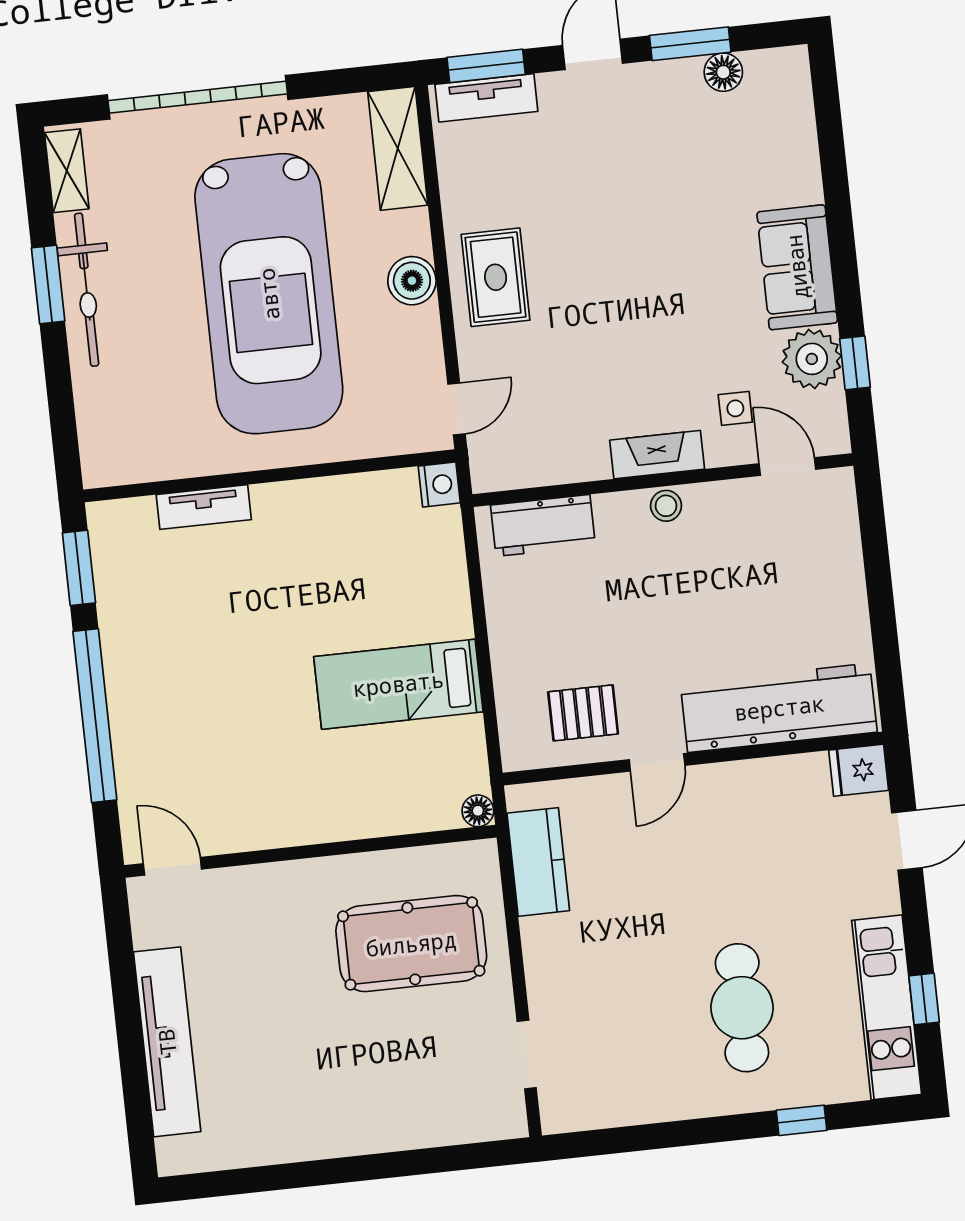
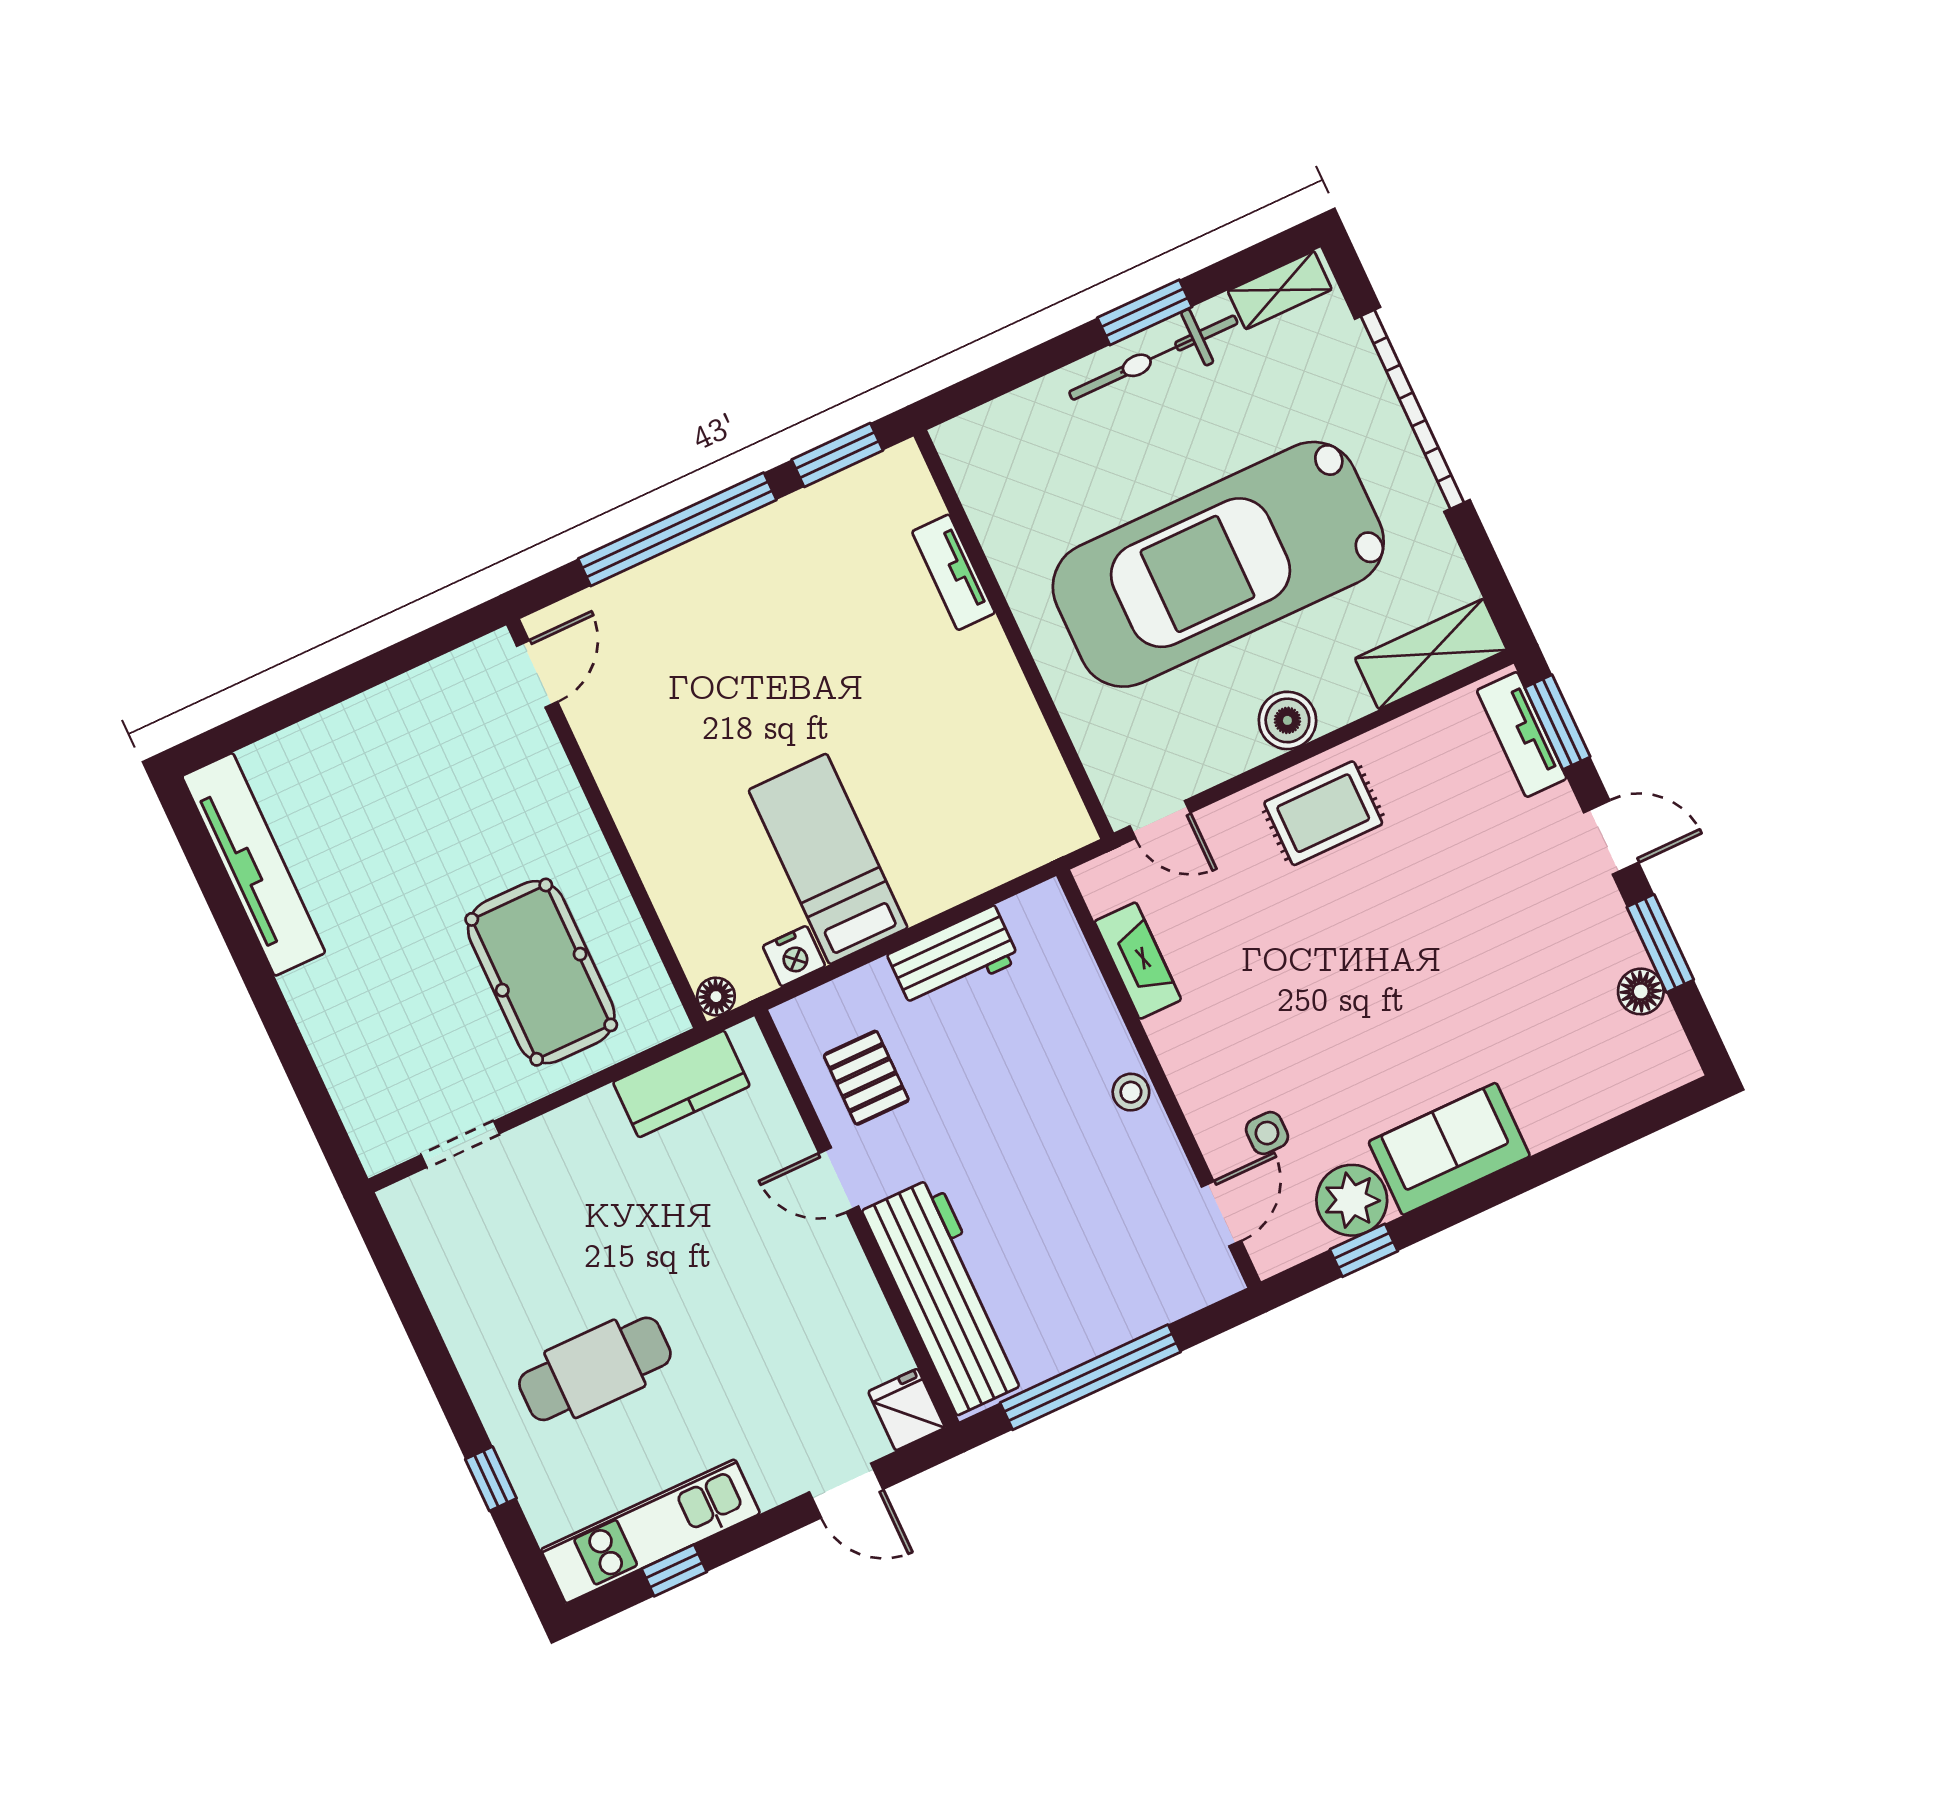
fireplace: (657, 455) -> (1138, 961), moved
nightstand: (439, 485) -> (794, 956), moved
workbench: (543, 525) -> (954, 958), moved, turned -90
window: (882, 615) -> (1090, 1377), added
tv unit: (167, 1042) -> (254, 864), moved, turned -90

